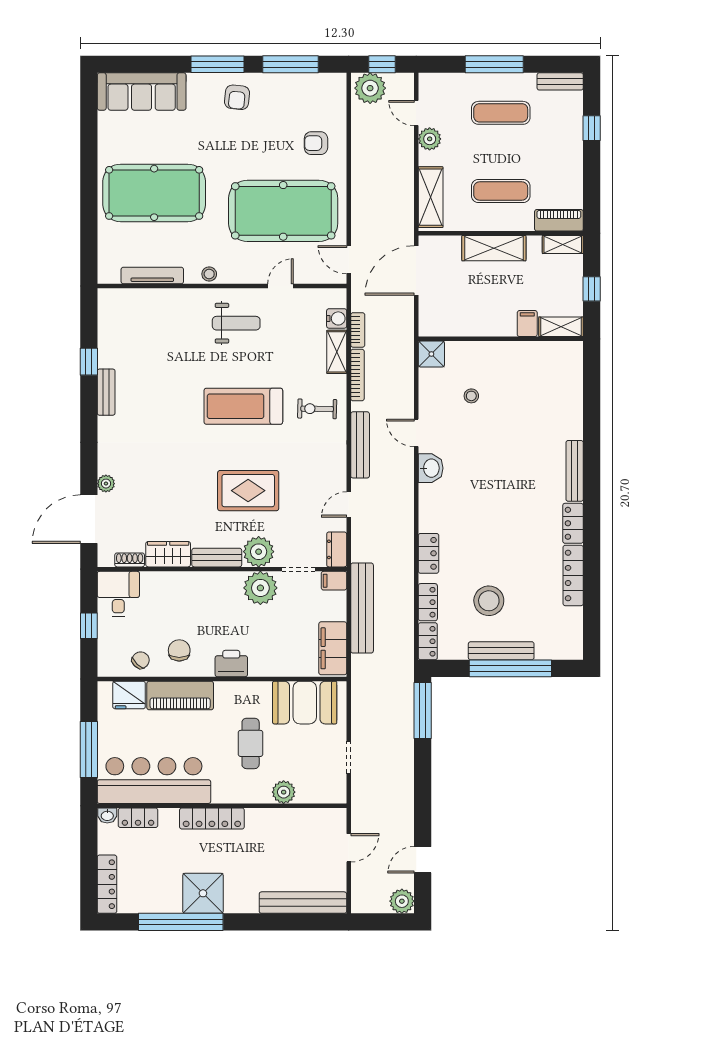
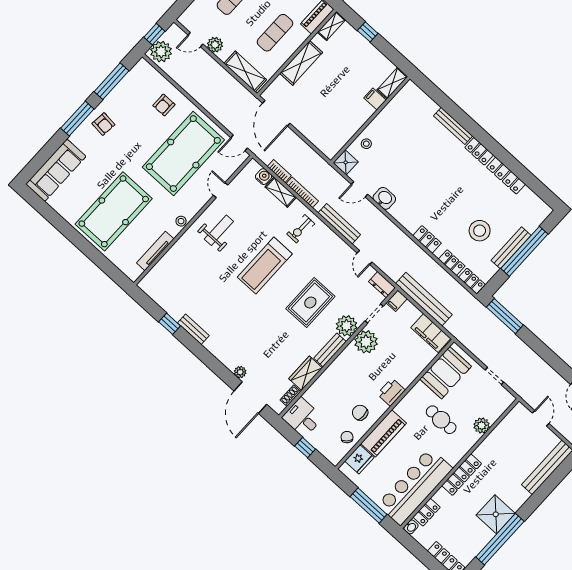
filing cabinet: (527, 324) -> (375, 99), moved
shelving: (561, 327) -> (392, 83), moved
wall: (501, 339) -> (370, 120), moved
shower: (431, 354) -> (346, 162), moved

